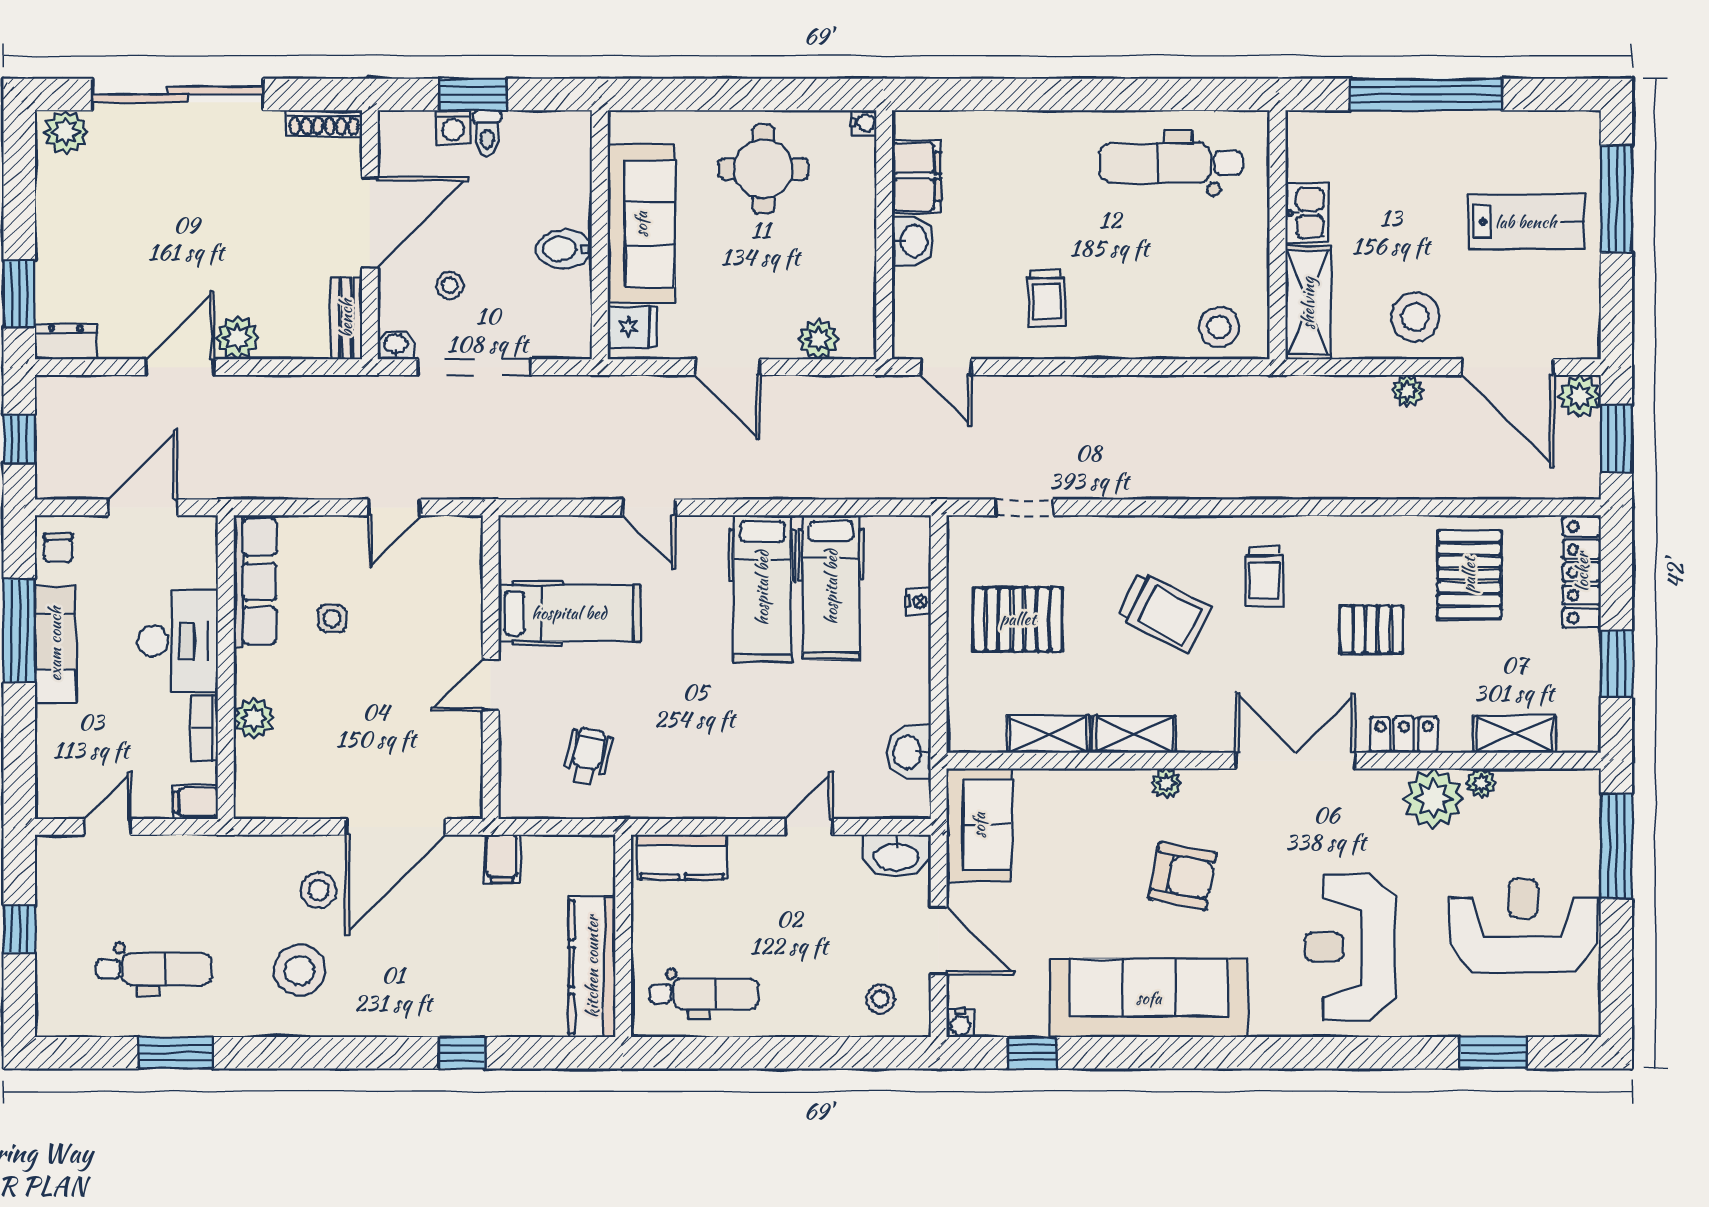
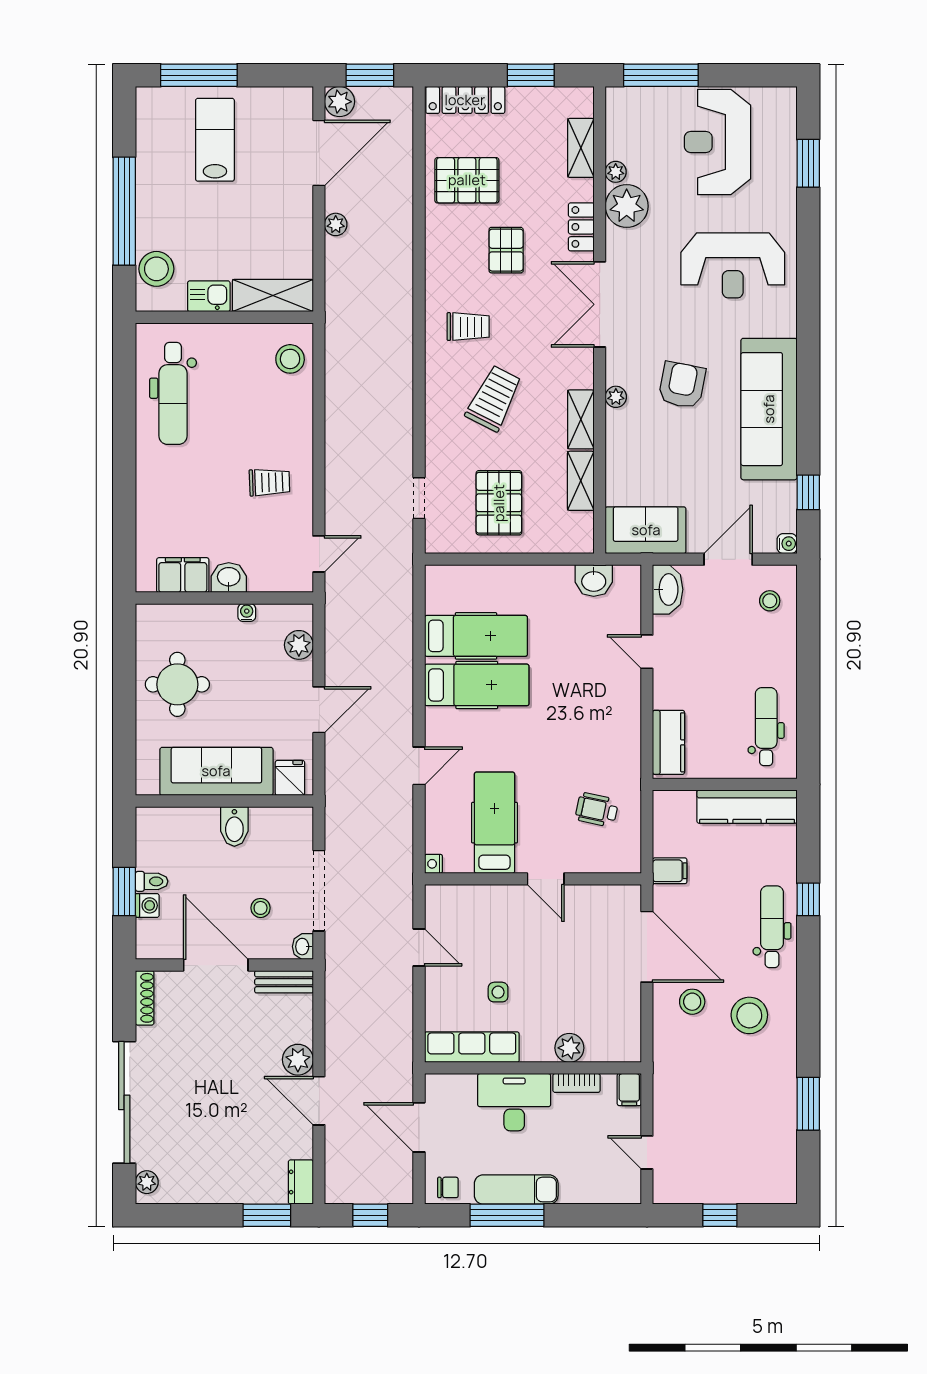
water cooler: (864, 123) -> (247, 613), moved
plant: (66, 132) -> (147, 1182), width x0.73, depth x0.73
stool: (1415, 317) -> (156, 269), moved
nightstand: (918, 602) -> (433, 864), moved, turned -90
dental chair: (154, 969) -> (772, 927), moved

